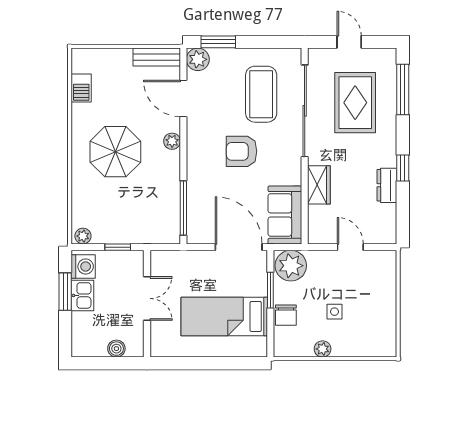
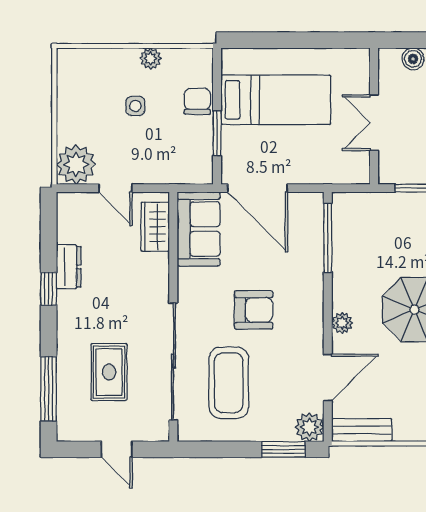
door: (183, 98) -> (328, 377), hinge flipped
rug: (355, 103) -> (109, 372), width x0.73, depth x0.70
wardrobe: (319, 185) -> (155, 227), moved
plant: (291, 266) -> (76, 164), moved

